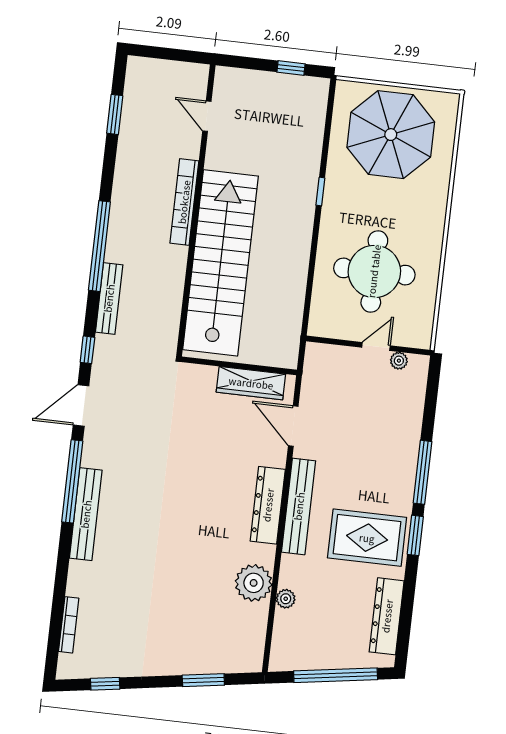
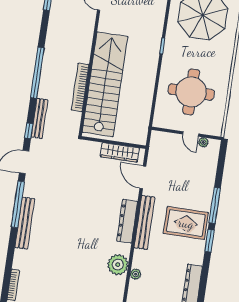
bookcase: (184, 202) -> (80, 87), moved
bench: (109, 298) -> (39, 118), moved
door: (376, 346) -> (191, 134), swing flipped
rug: (367, 538) -> (186, 223), moved

